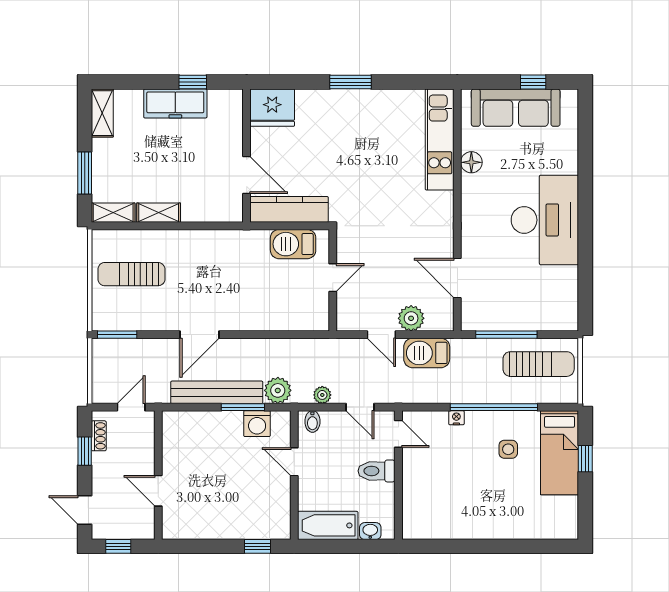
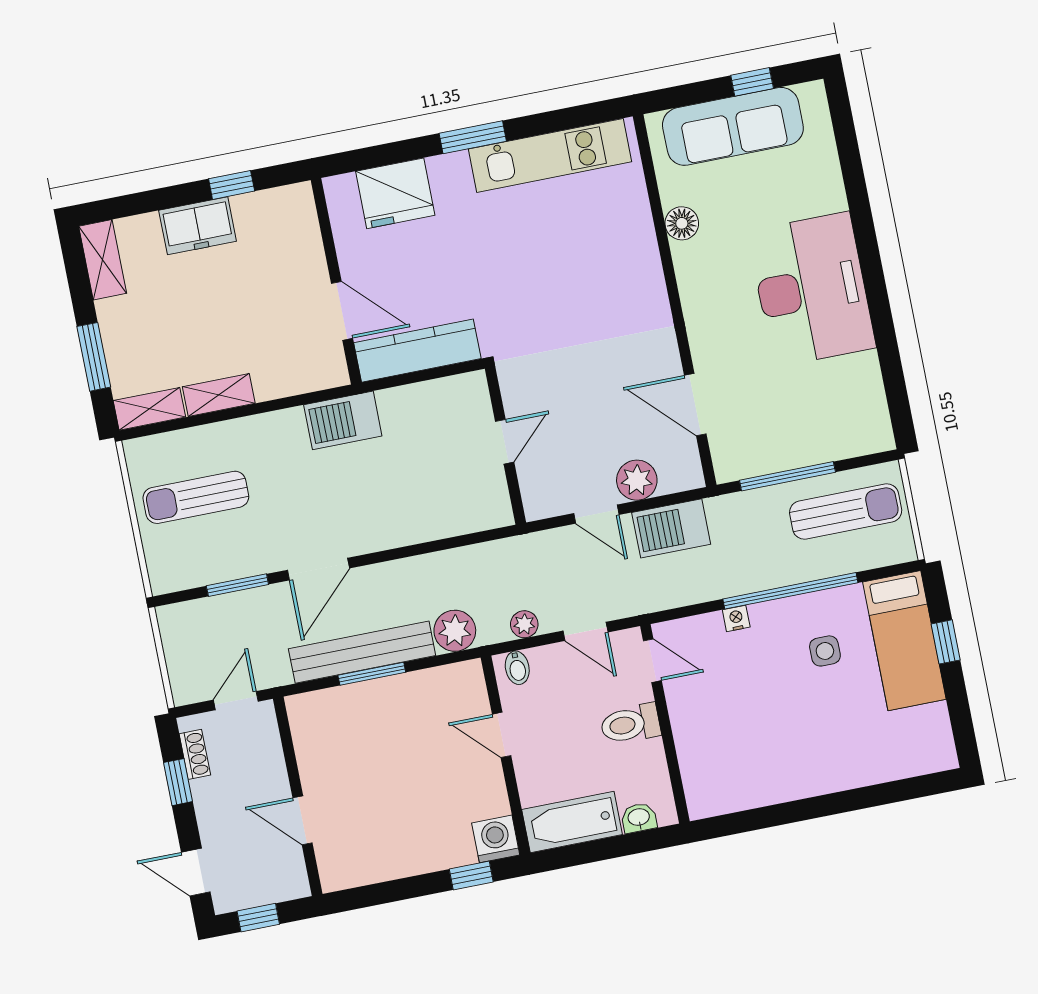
freezer: (175, 103) -> (198, 226), width x0.71
fridge: (272, 108) -> (395, 193), moved
kitchen unit: (440, 139) -> (550, 155), moved, turned -90
barbecue: (293, 244) -> (343, 420), moved
window: (117, 335) -> (237, 585), moved
window: (243, 407) -> (372, 674), moved
washing machine: (257, 424) -> (496, 839), moved, turned 180

